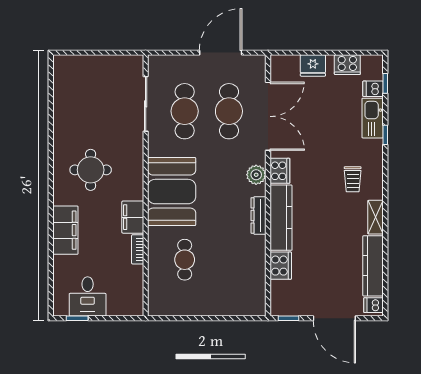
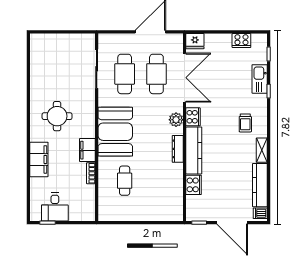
fridge: (313, 66) -> (195, 41), moved
dishwasher: (373, 89) -> (260, 58), removed

